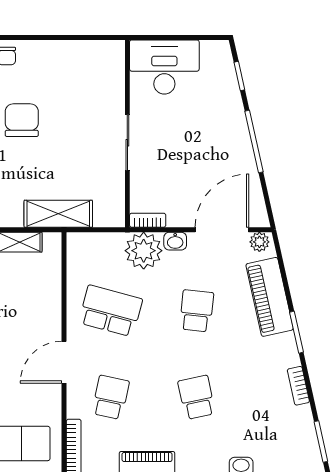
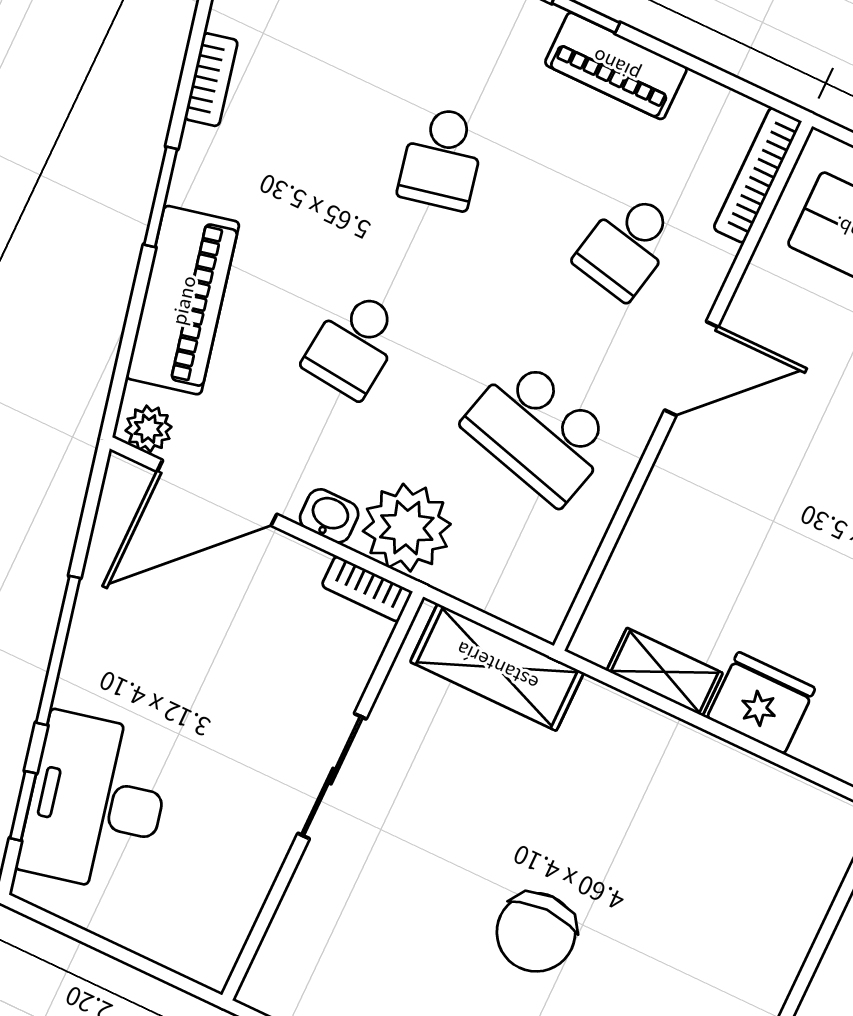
desk: (164, 67) -> (96, 803), moved, turned 77
shelving: (58, 214) -> (497, 667), moved

